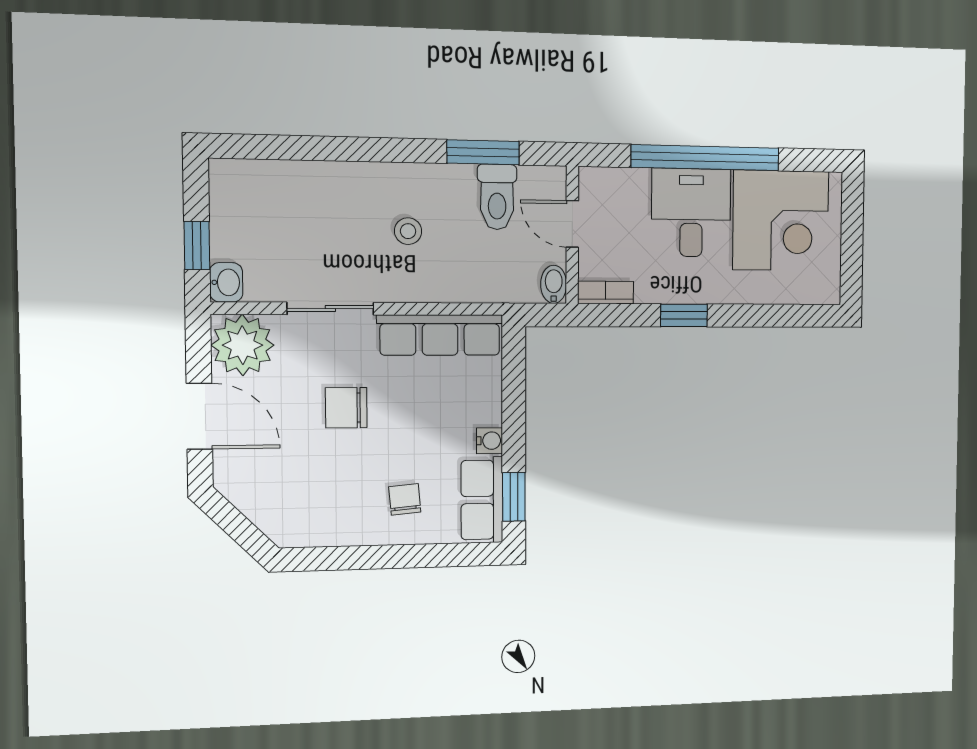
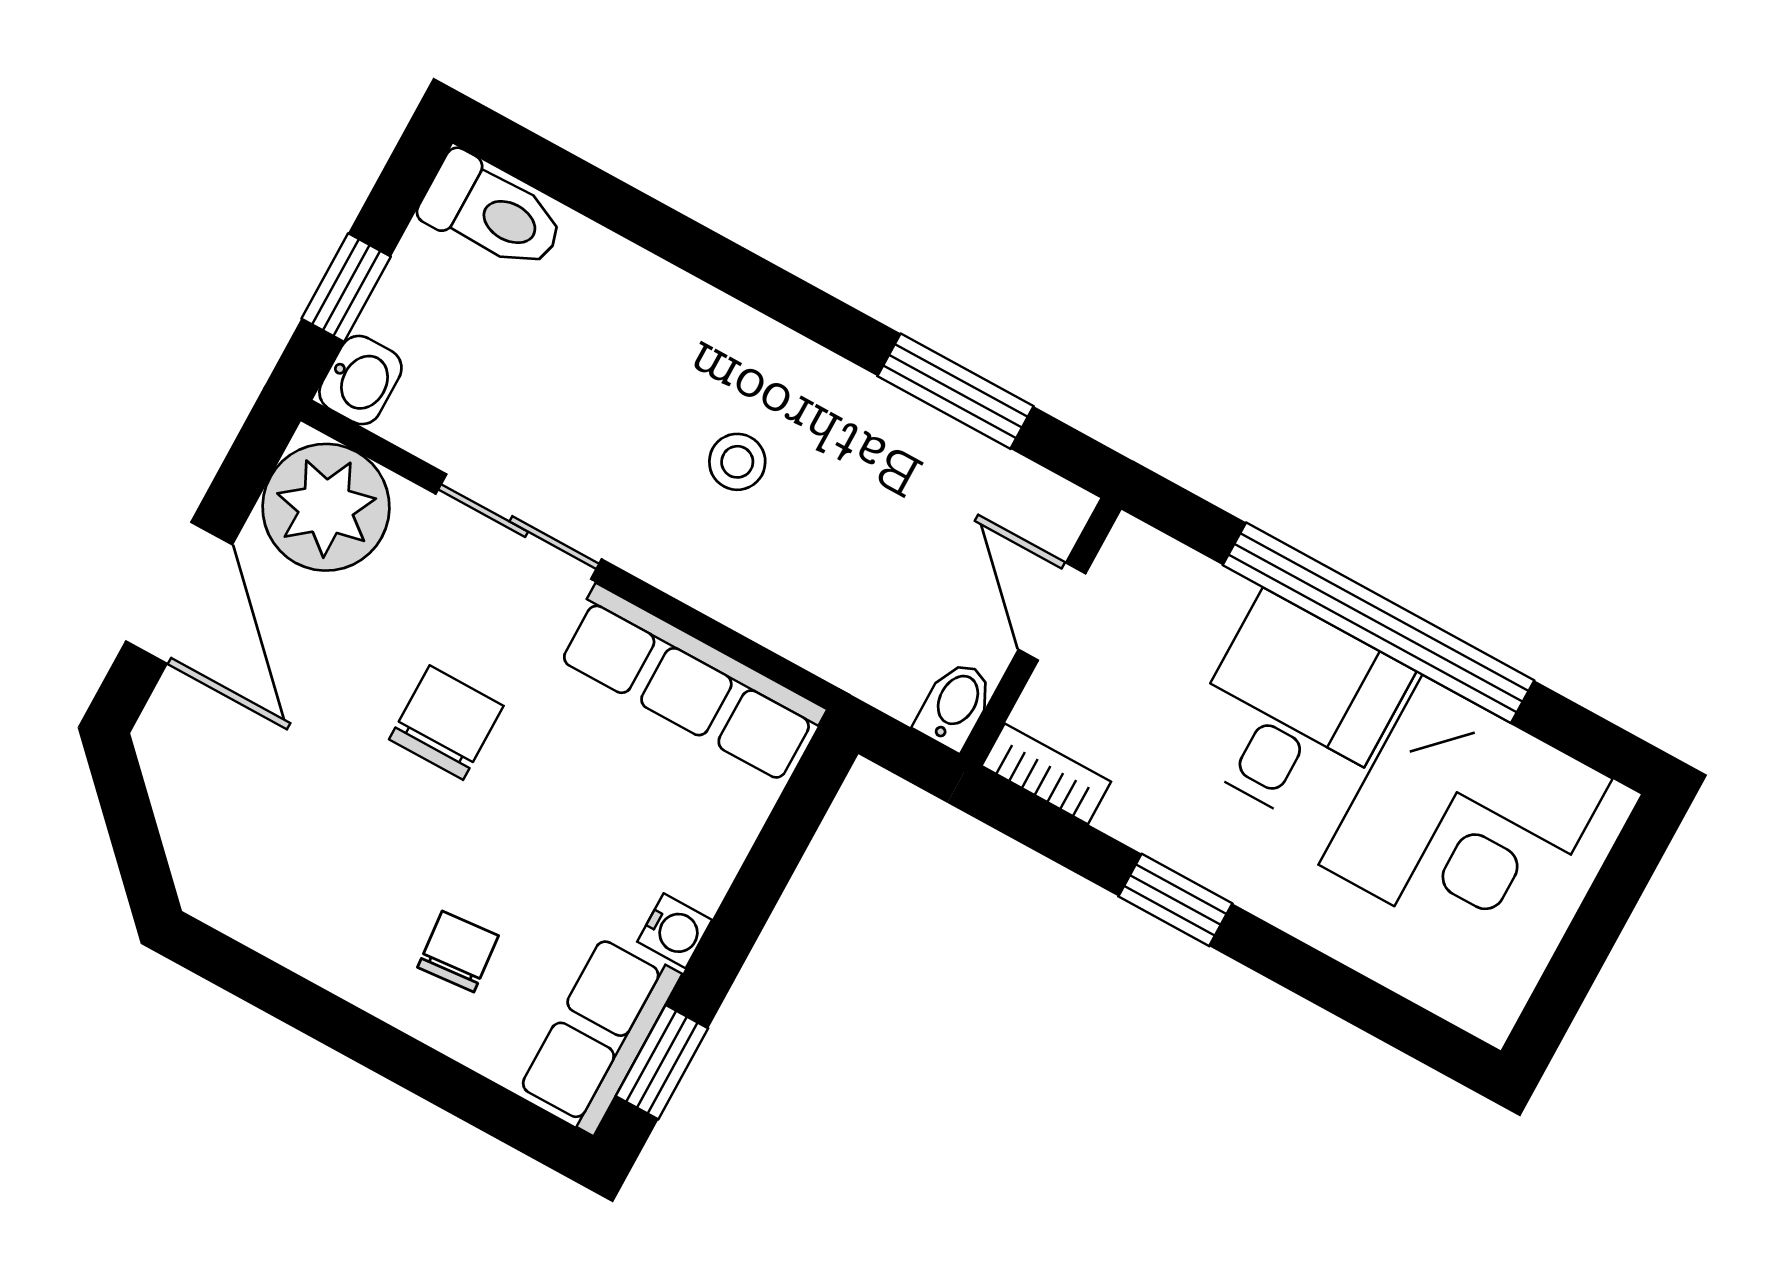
toilet: (497, 197) -> (493, 213), moved, turned -90
chair: (346, 408) -> (446, 723), turned 90

